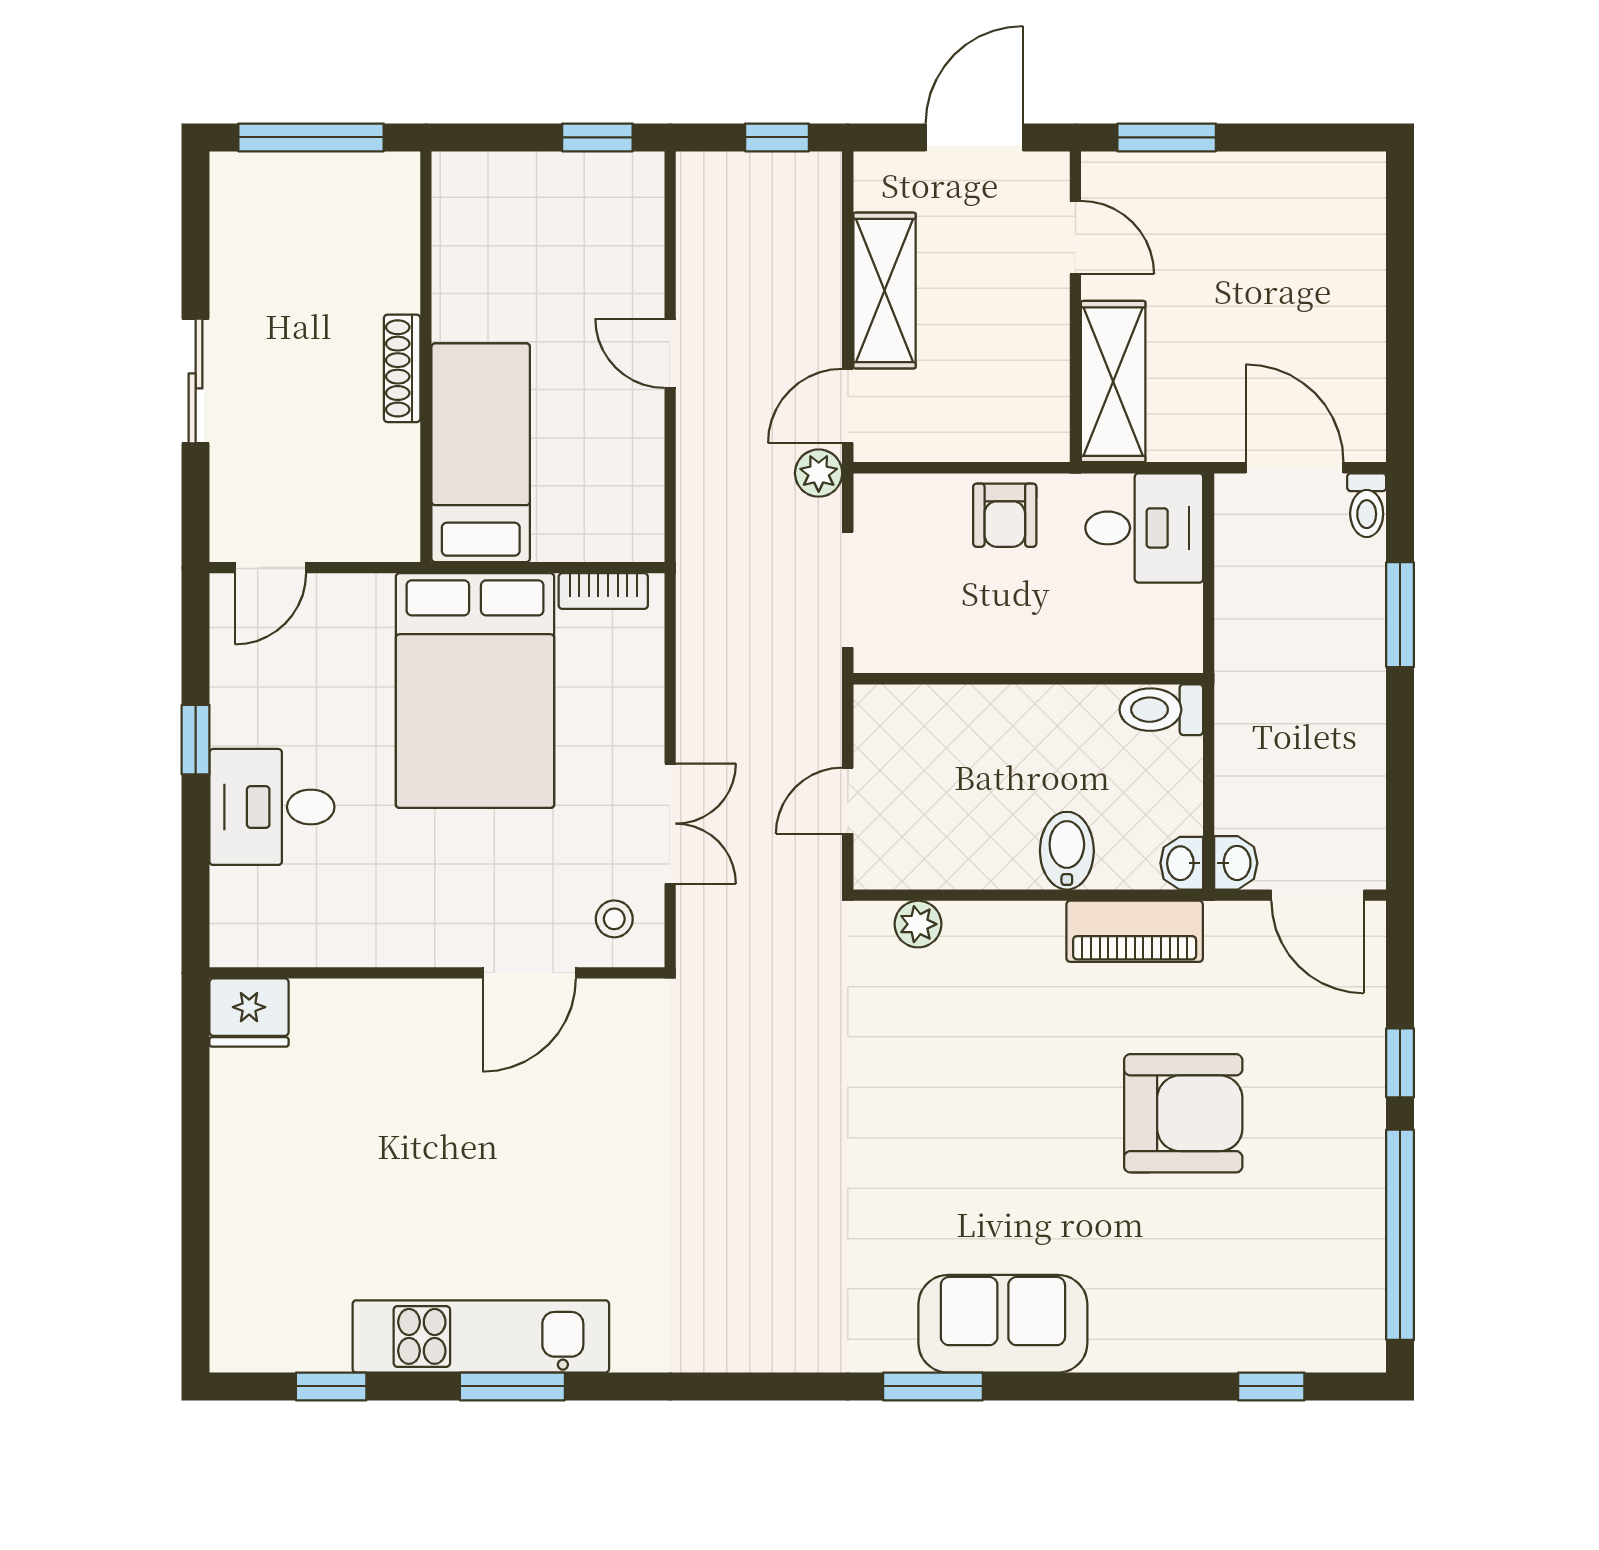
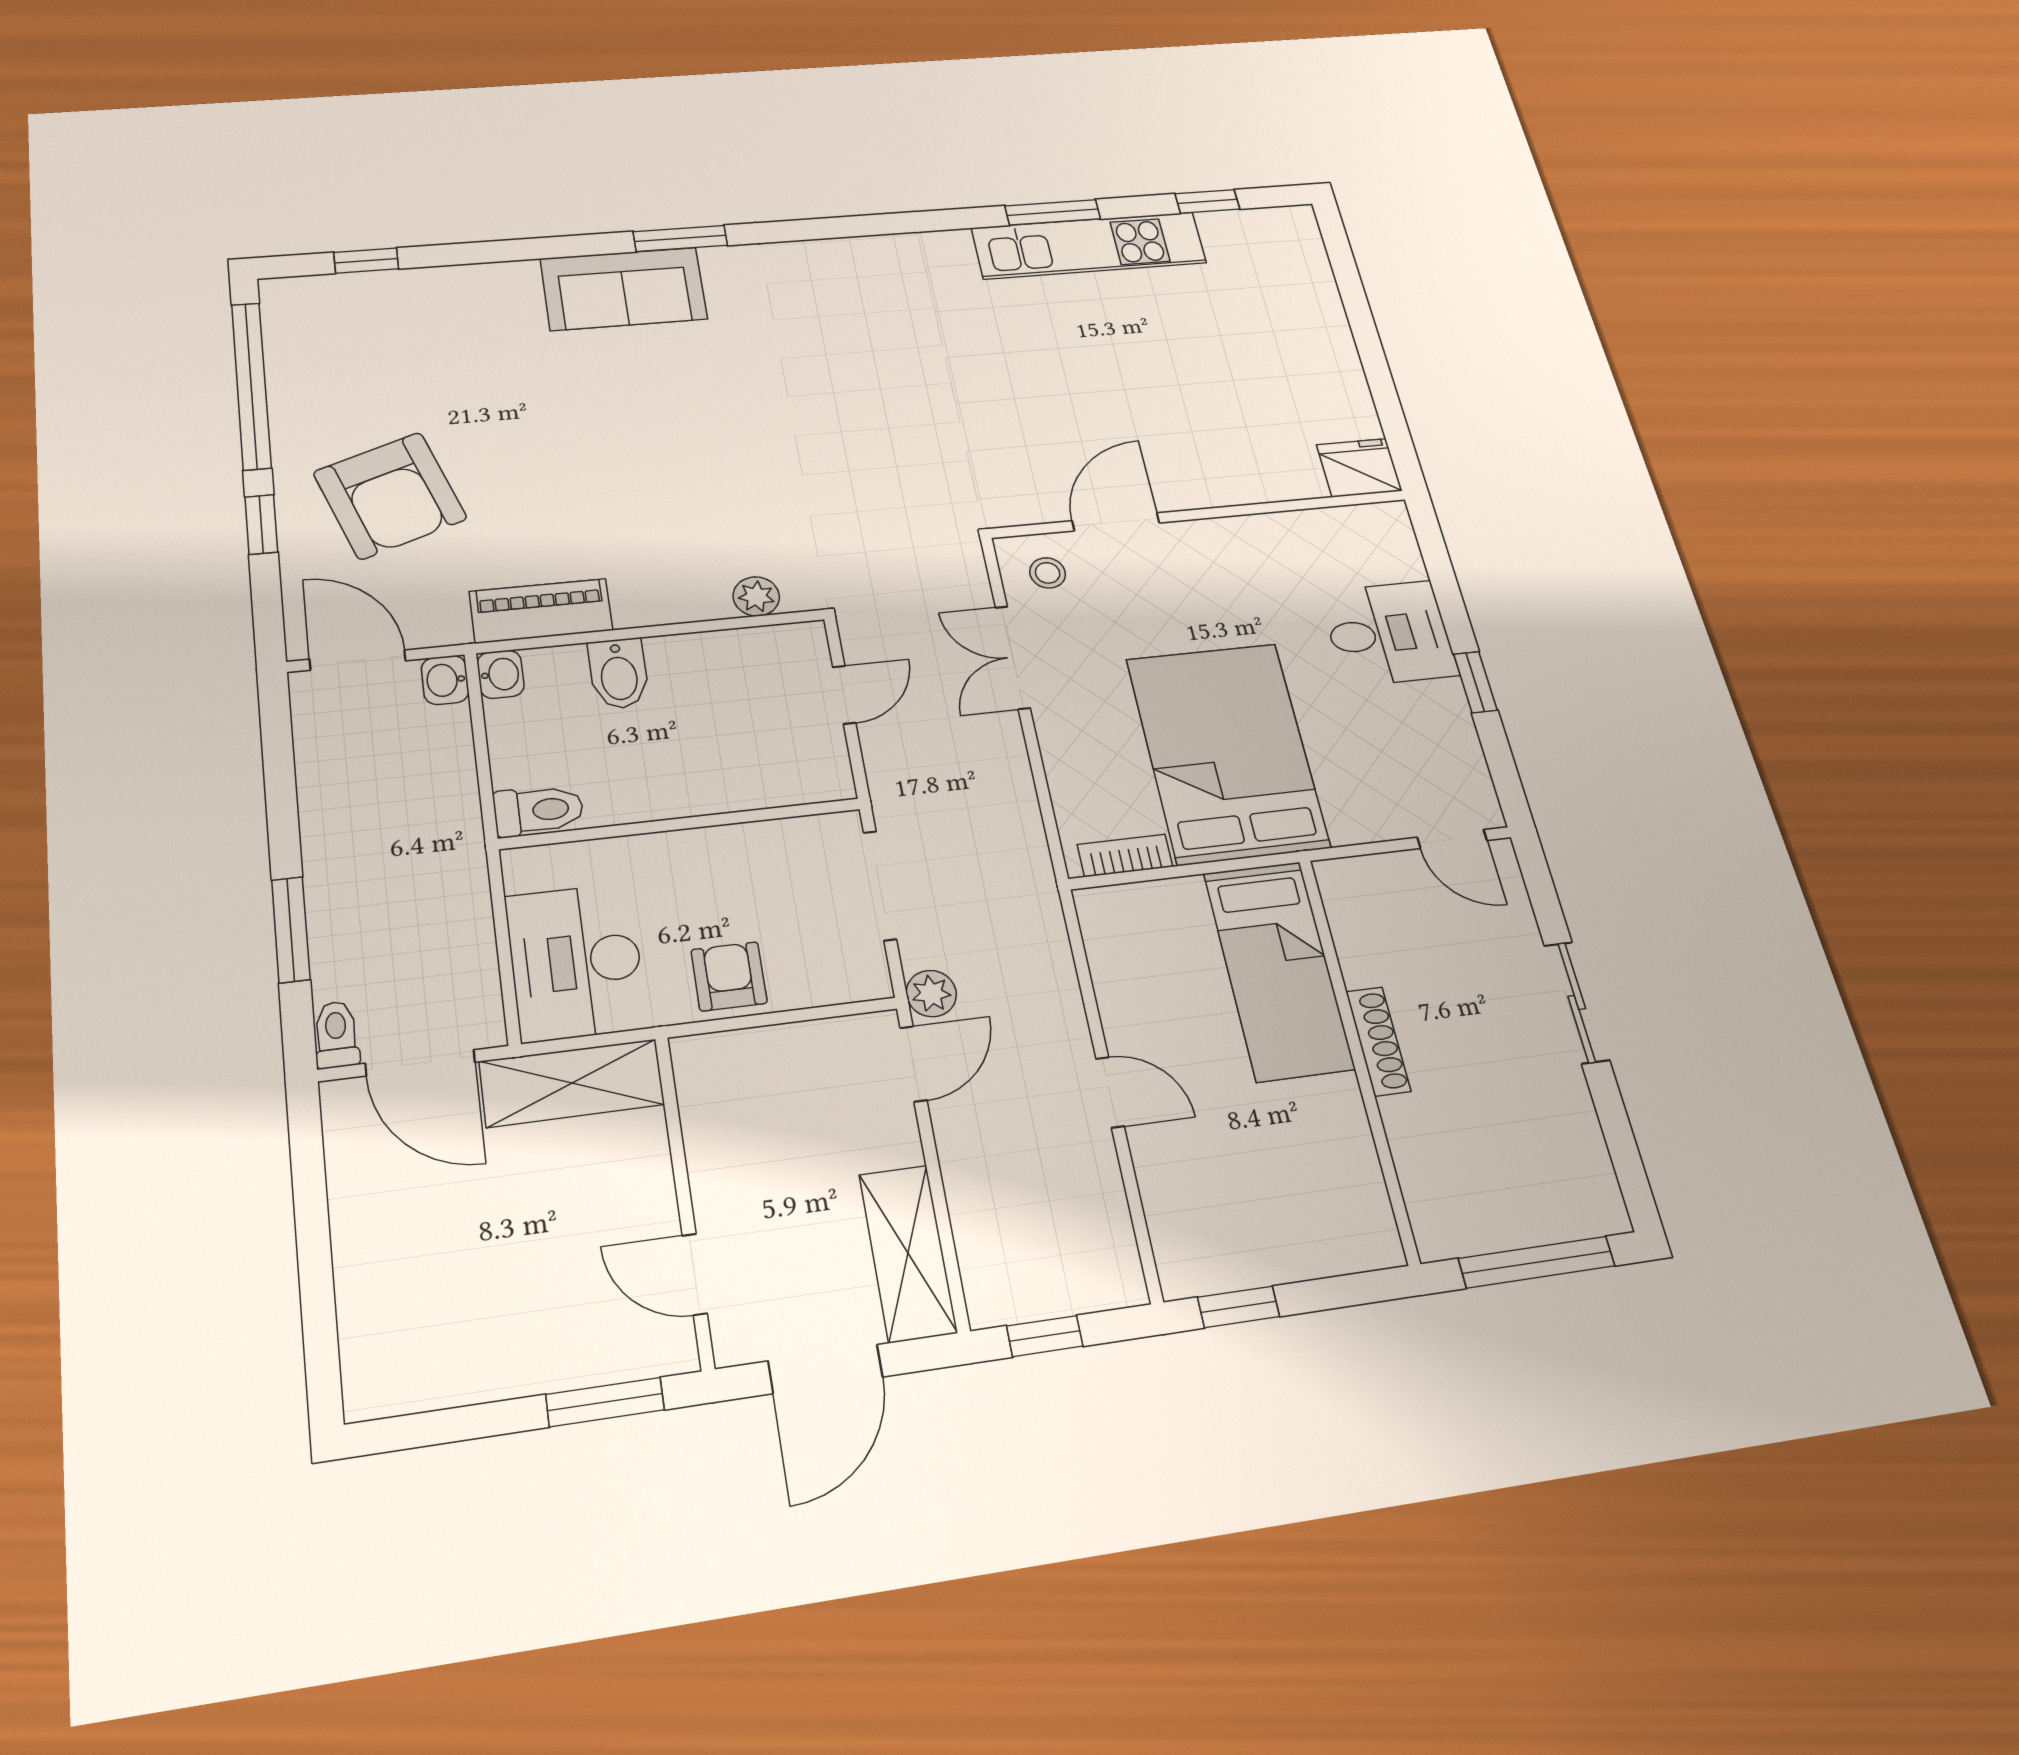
shelving: (885, 291) -> (908, 1253), moved
shelving: (1113, 382) -> (572, 1083), moved, turned 90
desk: (1144, 528) -> (576, 962), width x1.37
door: (270, 568) -> (1452, 839), swing flipped
armchair: (1183, 1113) -> (390, 495), moved, turned -109

